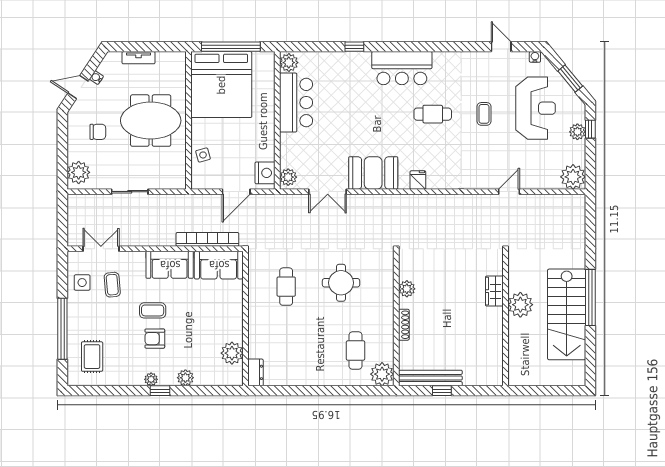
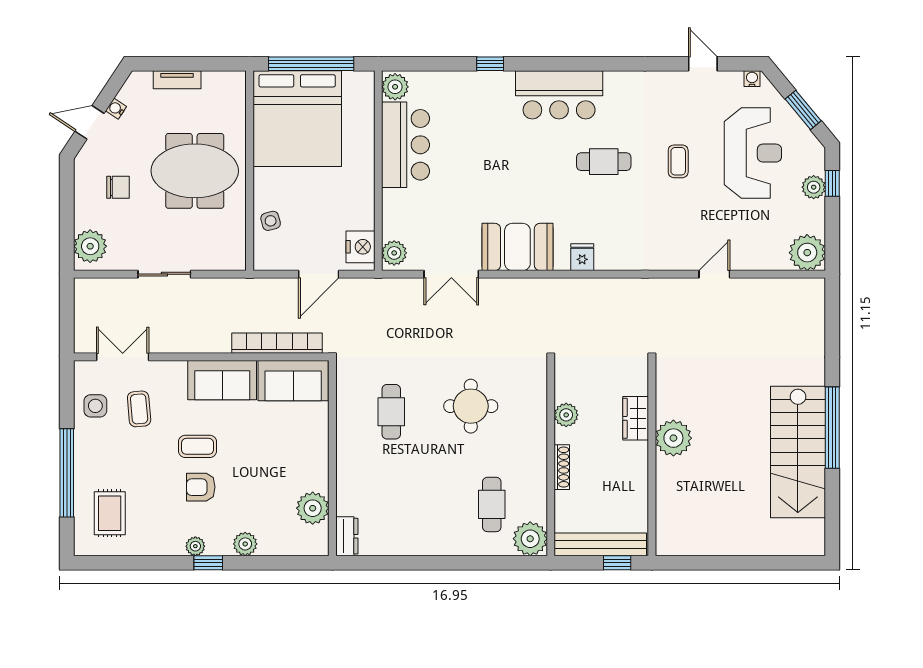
wardrobe: (494, 291) -> (636, 418), moved
plant: (520, 305) -> (673, 438), moved
wall: (506, 319) -> (652, 458), moved

